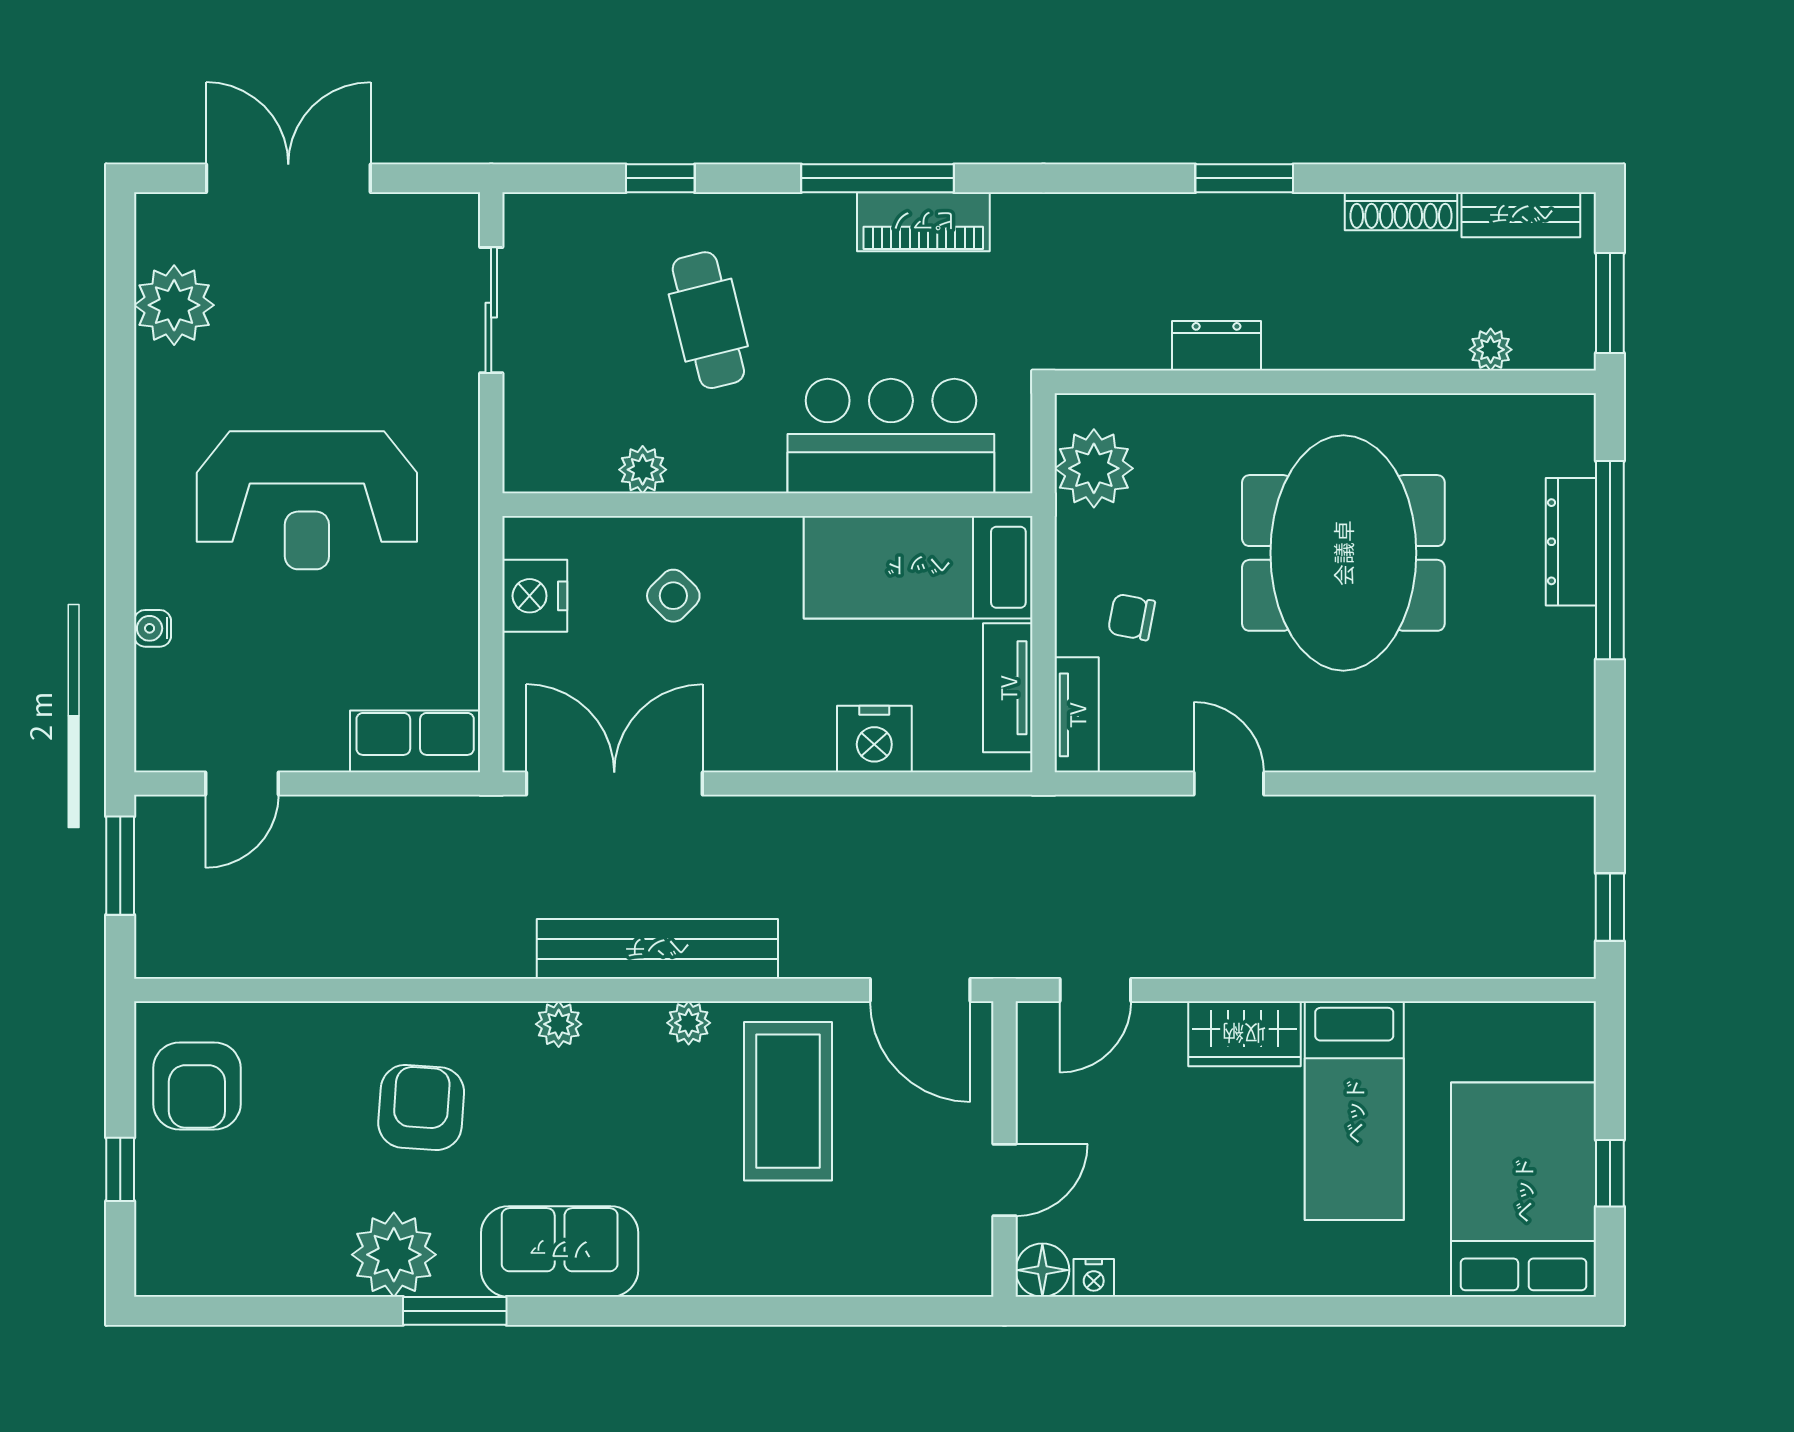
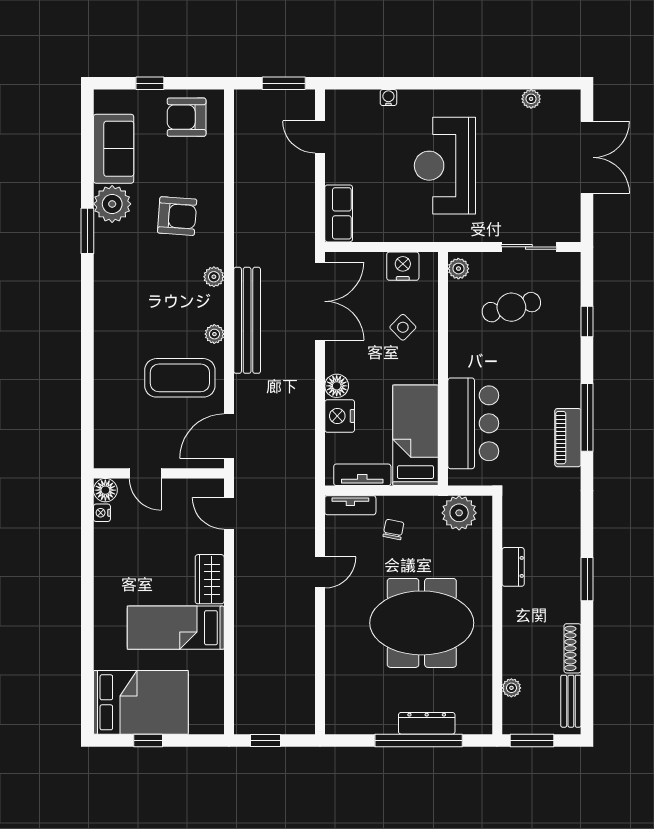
plant: (174, 305) -> (531, 99), width x0.53, depth x0.53
cafe table: (708, 320) -> (511, 307), moved
plant: (643, 470) -> (458, 269), moved
floor lamp: (806, 746) -> (337, 386), added
sofa: (560, 1251) -> (114, 149), moved

